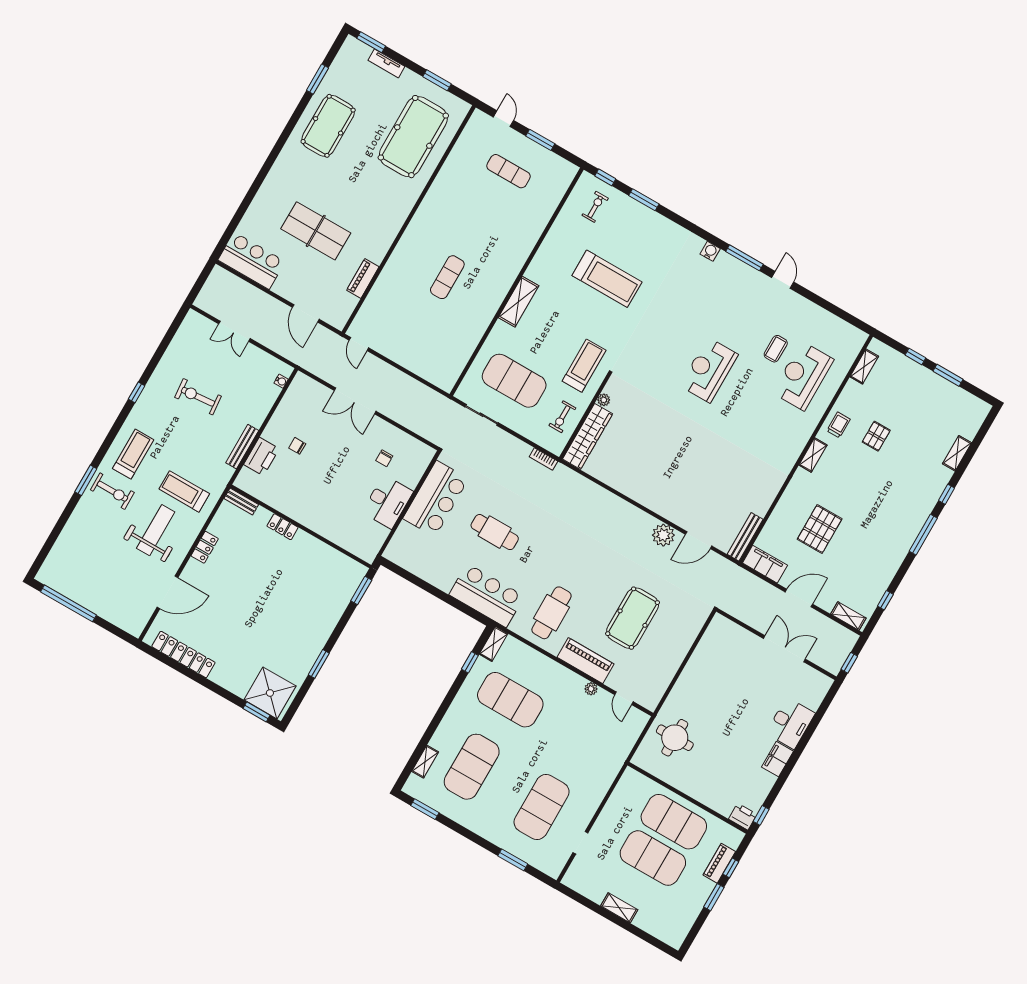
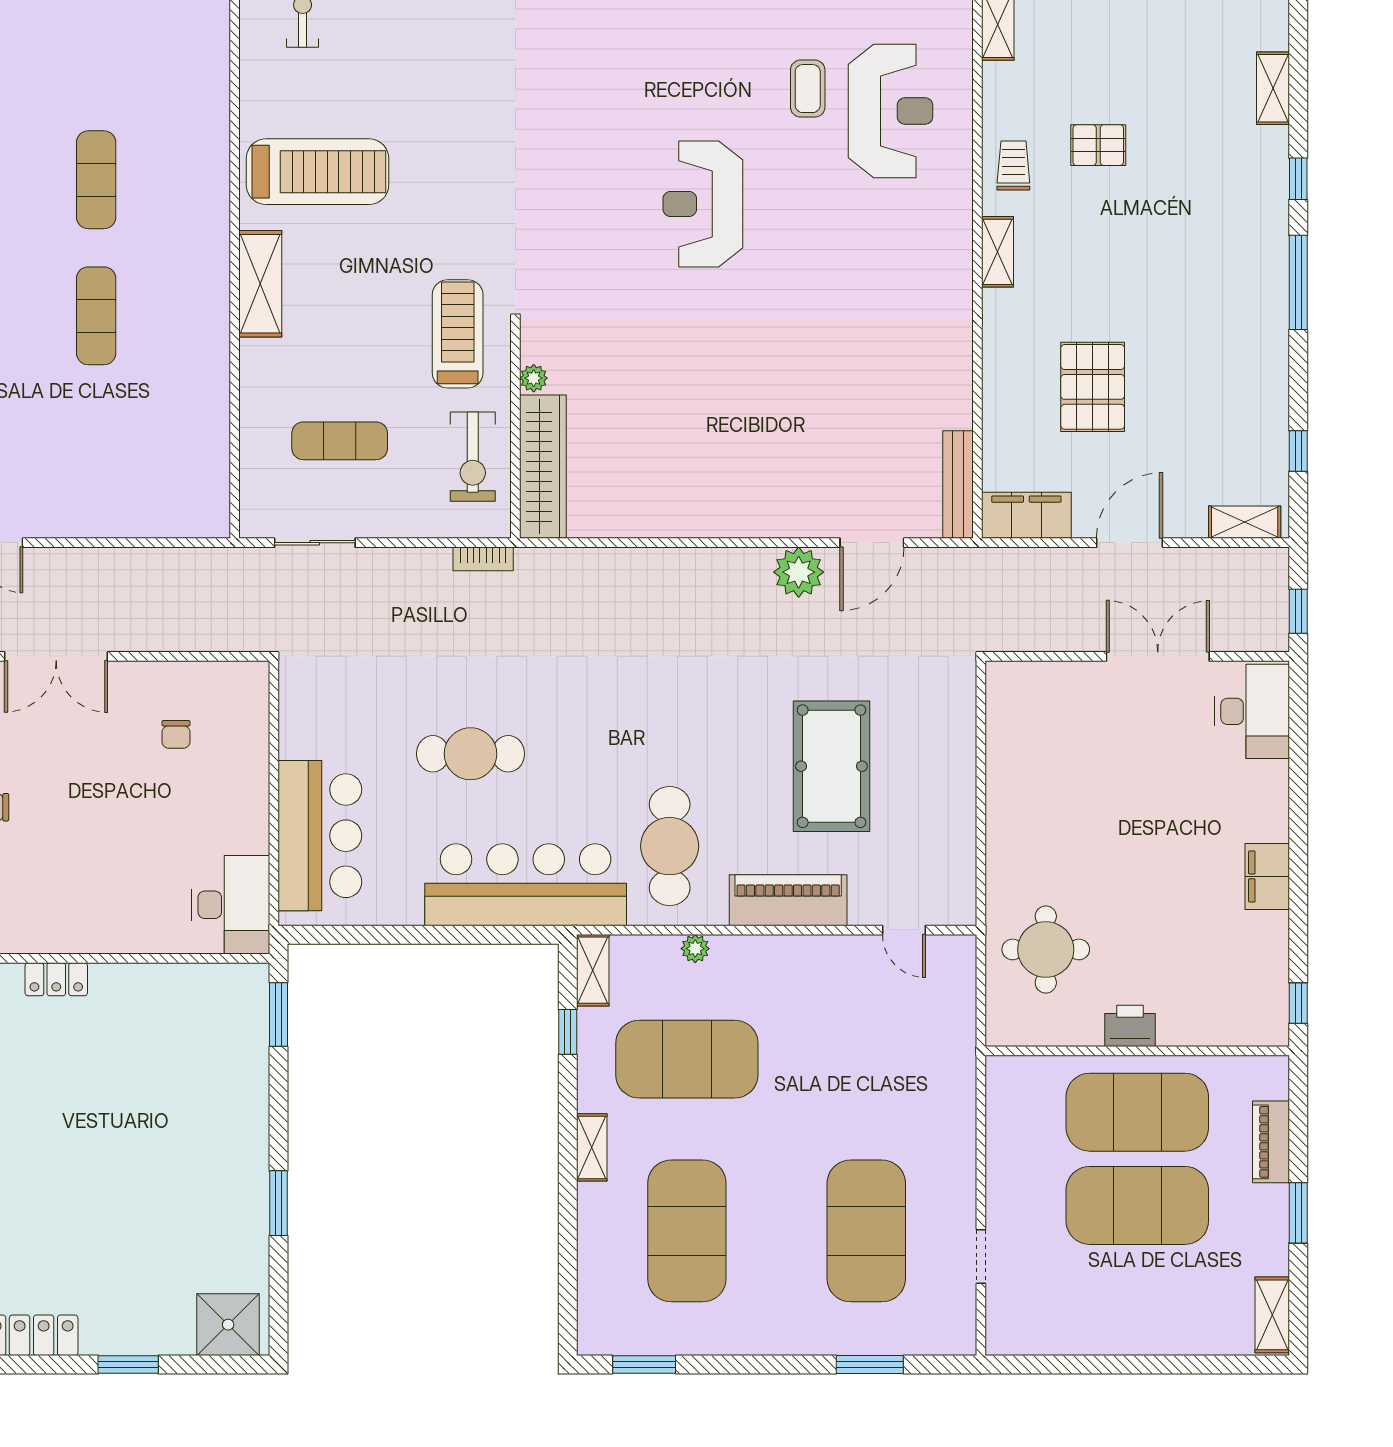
exercise mat: (509, 171) -> (96, 180), moved, turned 90
treadmill: (607, 279) -> (317, 172), moved
reception desk: (803, 376) -> (891, 111), turned 180
exercise mat: (514, 381) -> (340, 441), width x0.50, depth x0.69
exercise bike: (562, 417) -> (473, 457), width x1.38, depth x1.39
pallet: (876, 436) -> (1098, 145), turned 90
bar counter: (436, 499) -> (320, 836), moved
desk: (388, 502) -> (231, 905), moved
bar counter: (487, 595) -> (526, 885), width x1.36
plant: (591, 689) -> (695, 949), moved
shower: (270, 693) -> (228, 1325), width x0.73, depth x0.73
window: (257, 712) -> (128, 1365), moved
desk: (790, 723) -> (1252, 711), moved
shelving: (425, 762) -> (592, 1147), moved
printer: (743, 817) -> (1130, 1026), moved
window: (731, 868) -> (1298, 1138), removed
shelving: (619, 908) -> (1272, 1315), moved, turned 90

